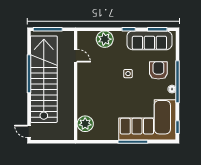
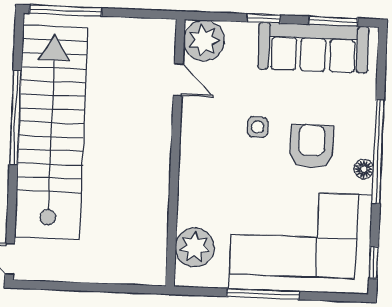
door: (76, 56) -> (178, 80), moved
armchair: (158, 70) -> (312, 146), moved
wall: (76, 85) -> (175, 153), moved
plant: (85, 124) -> (195, 247), moved

